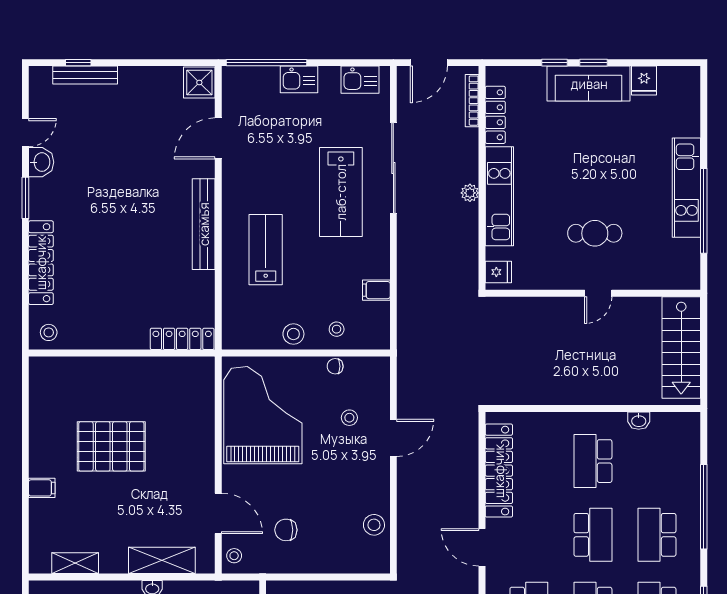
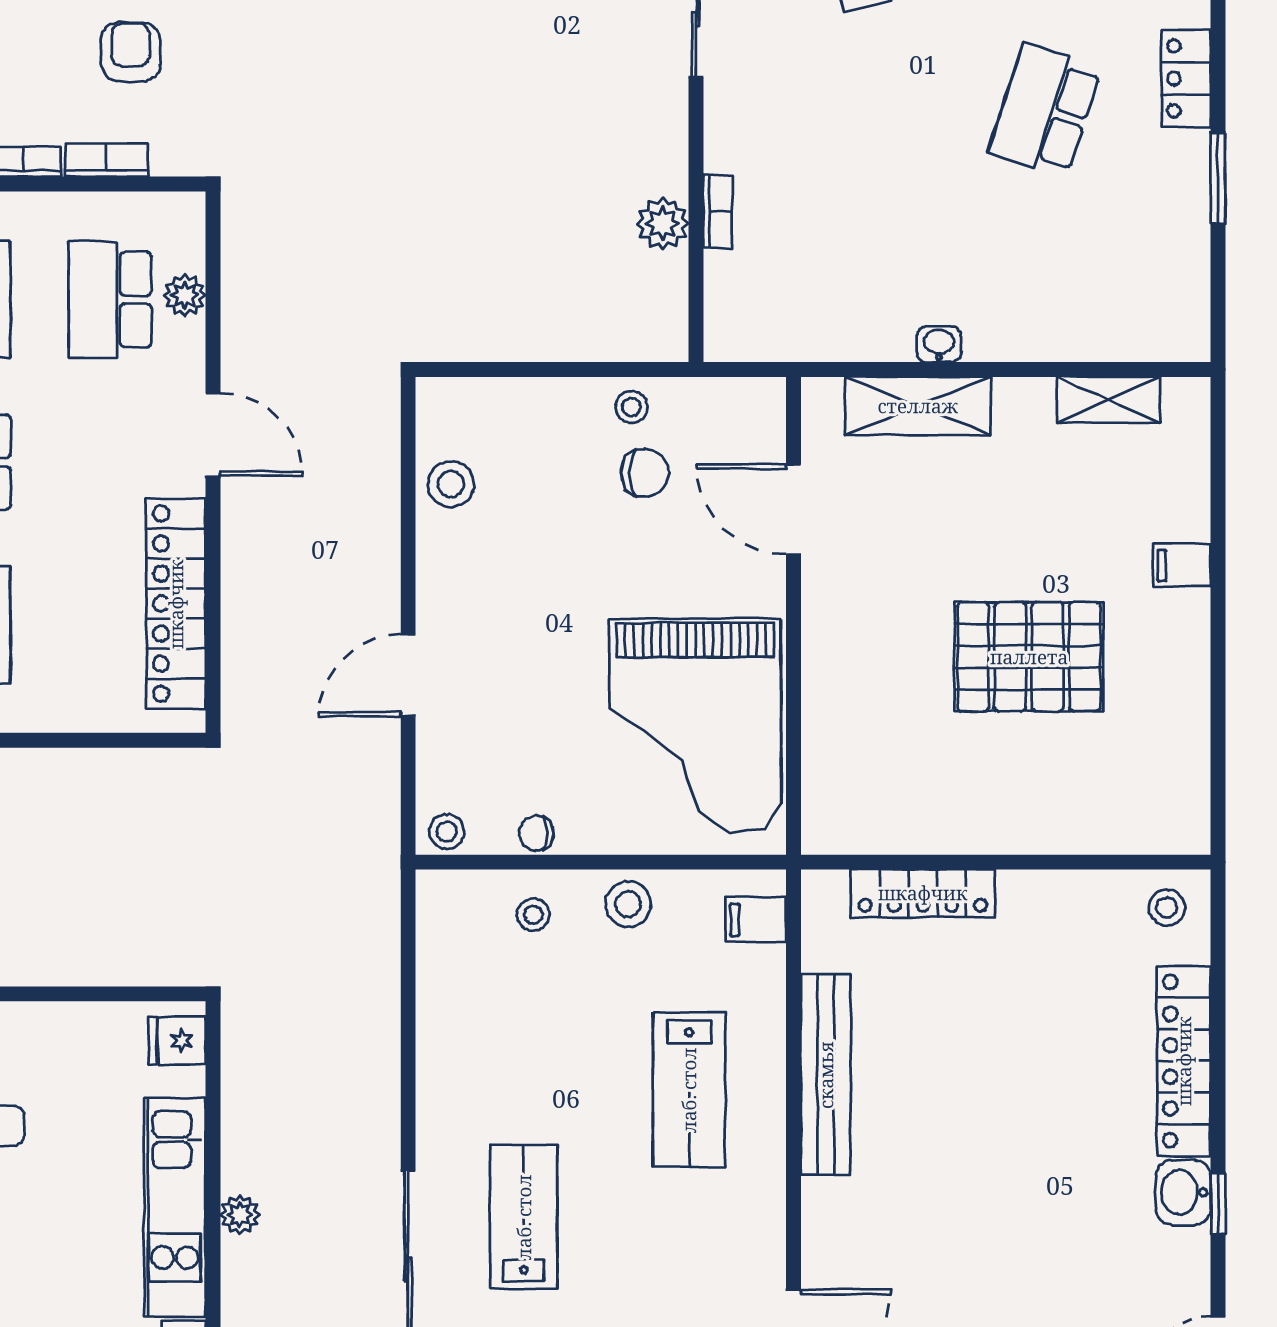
washbasin: (41, 162) -> (1183, 1192), moved
lab bench: (341, 192) -> (524, 1217), width x0.73, depth x0.72
window: (25, 198) -> (1218, 1204), width x0.67
bench: (204, 224) -> (826, 1075), moved
filing cabinet: (376, 290) -> (756, 920), moved, turned 180
locker: (182, 339) -> (923, 893), moved
chair: (335, 366) -> (536, 833), turned 180
stool: (349, 418) -> (447, 832), moved
stool: (234, 556) -> (632, 407), moved

